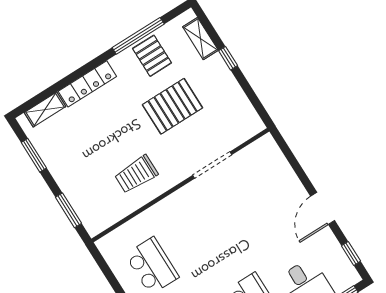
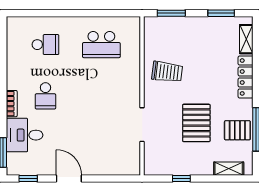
window: (228, 58) -> (181, 178), moved
trolley: (136, 174) -> (167, 72), turned 97

